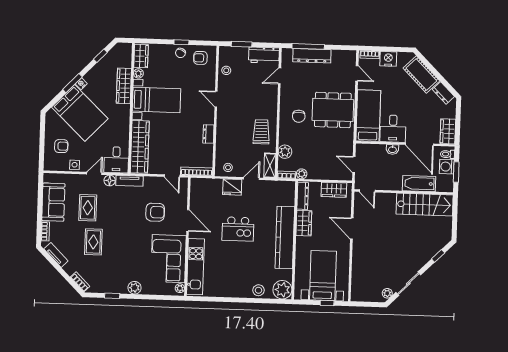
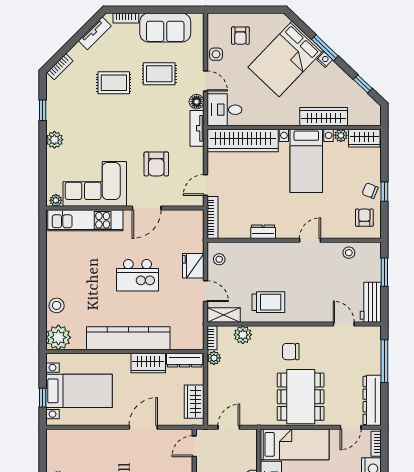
dresser: (312, 56) -> (372, 400), moved
kitchen island: (238, 229) -> (137, 275), turned -90

